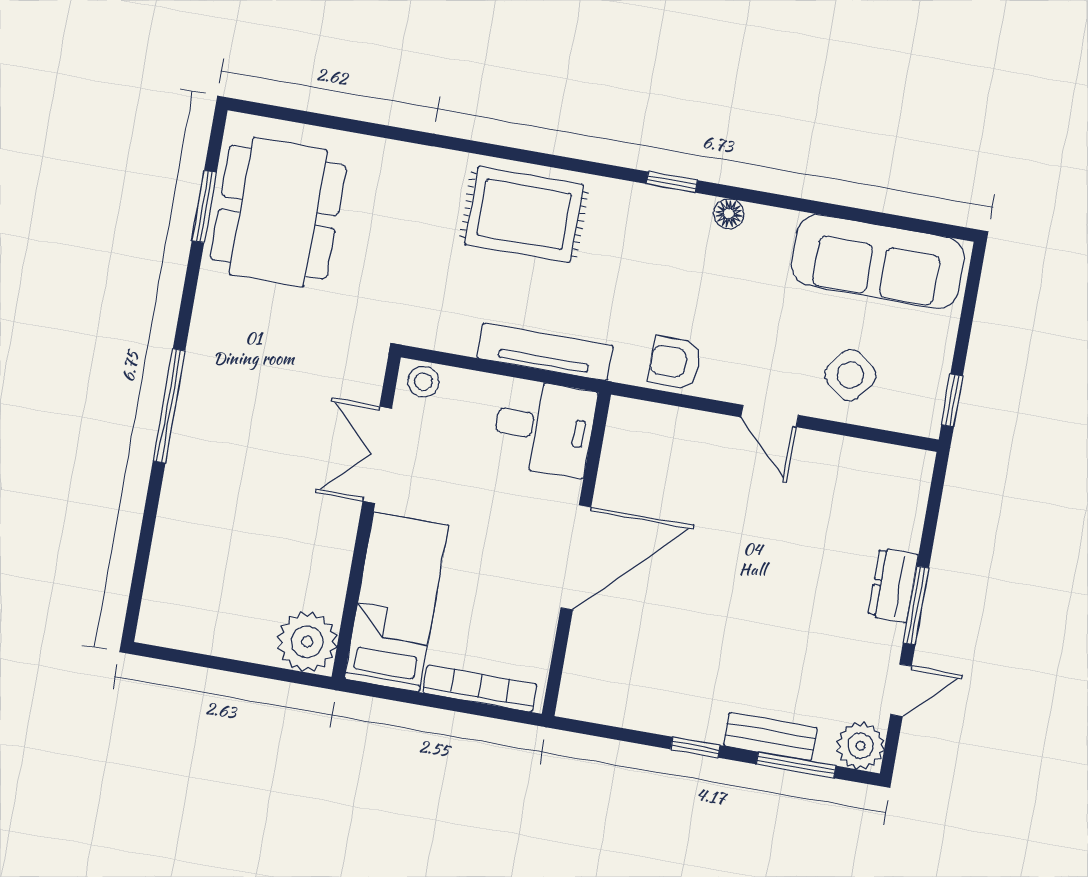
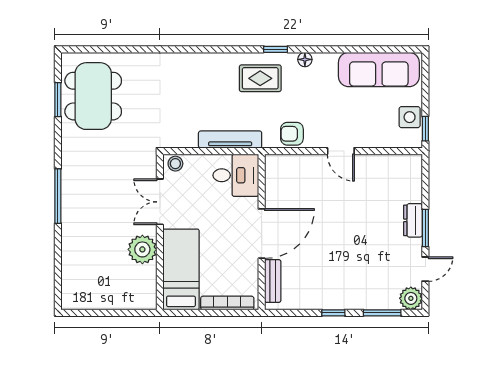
rug: (524, 214) -> (260, 78), moved, width x0.73, depth x0.70
side table: (850, 375) -> (410, 117), moved, turned -37
plant: (307, 642) -> (142, 249), moved
bench: (770, 737) -> (273, 281), moved, turned 90

